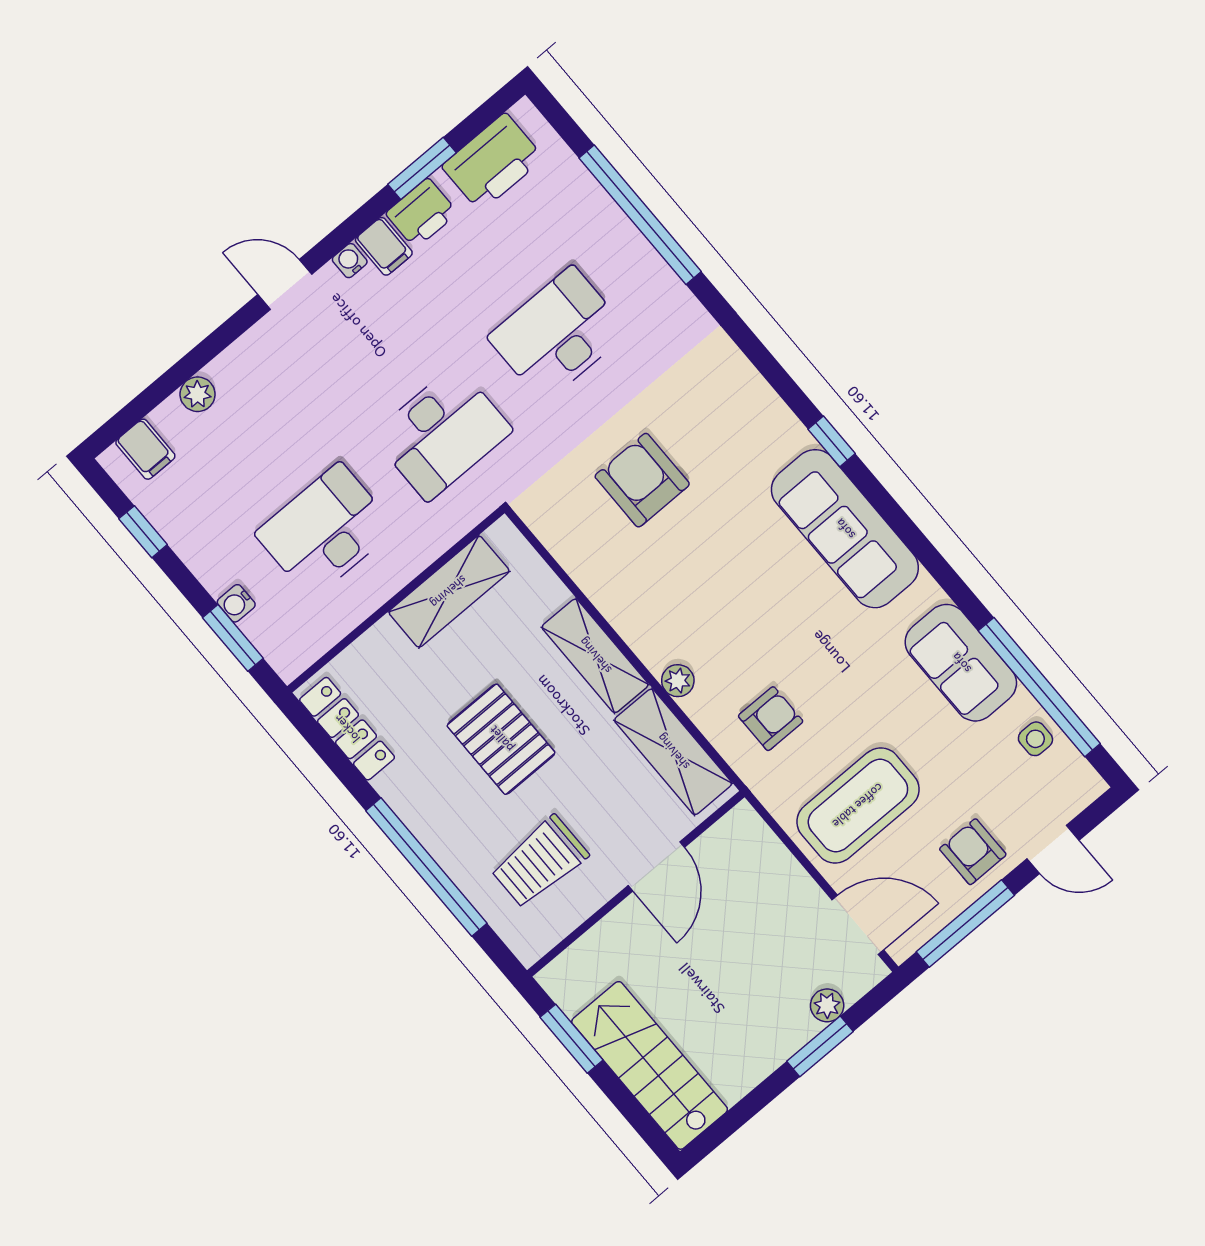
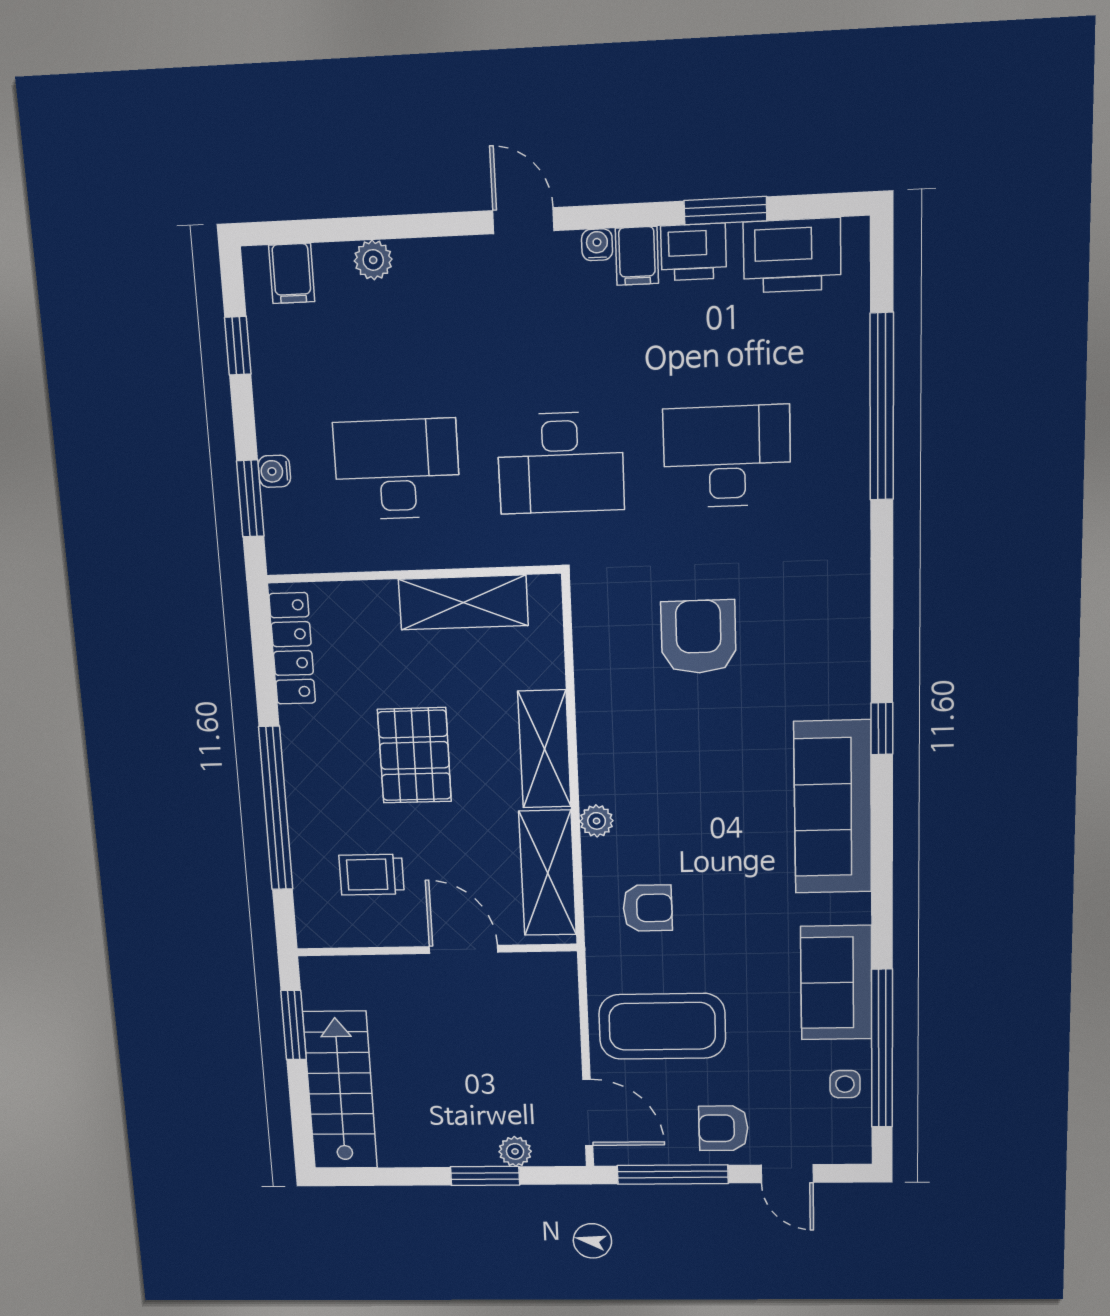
armchair: (973, 852) -> (723, 1128), turned -90
trolley: (540, 862) -> (372, 875), width x0.73, depth x0.72
door: (656, 866) -> (464, 949), swing flipped

